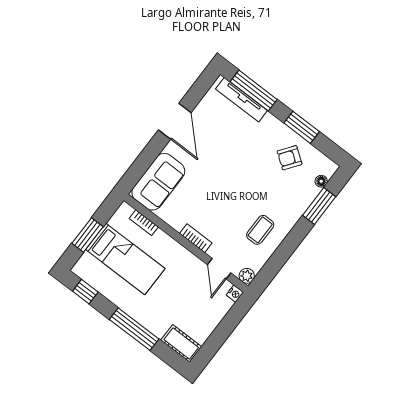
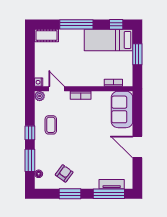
tv unit: (241, 100) -> (112, 184), width x0.71
window: (293, 240) -> (30, 133), added
bed: (125, 259) -> (108, 40), moved

